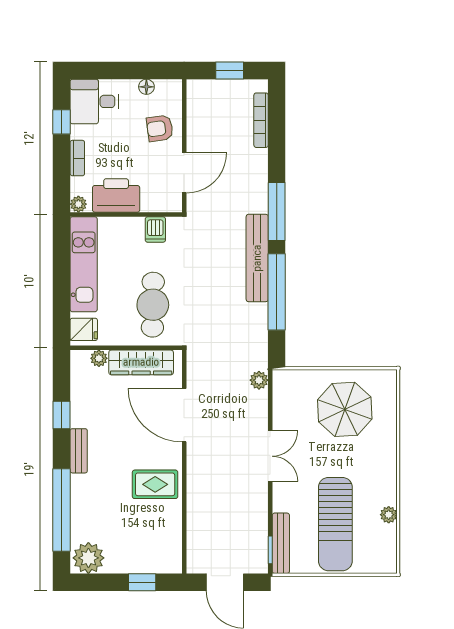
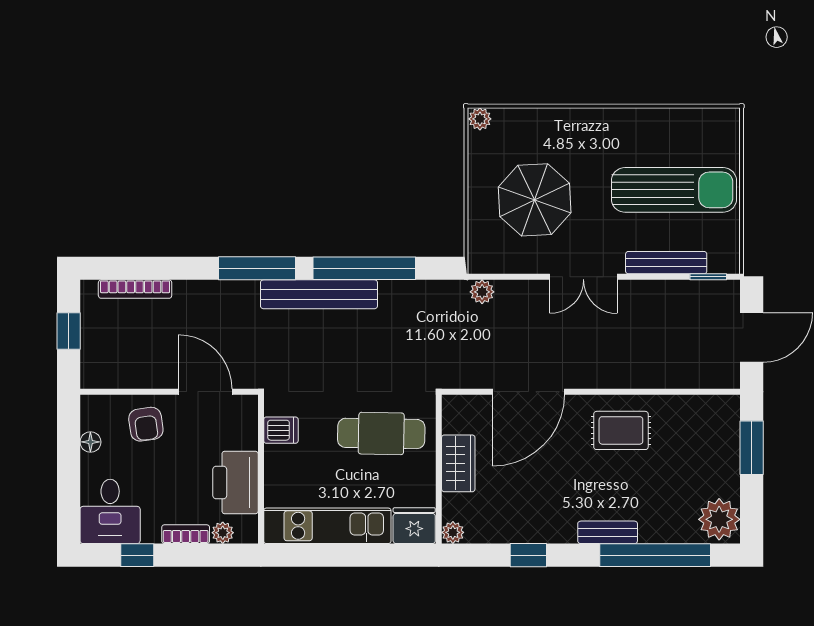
plant: (78, 204) -> (223, 533), moved
fridge: (84, 329) -> (414, 526), width x1.38
plant: (99, 358) -> (453, 532), moved
wardrobe: (141, 362) -> (458, 463), width x0.67
parasol: (345, 409) -> (535, 200), moved
bench: (79, 451) -> (608, 532), moved
double door: (270, 456) -> (583, 277), swing flipped
rug: (155, 484) -> (621, 430), turned 90
plant: (389, 515) -> (480, 119), moved
bench: (281, 543) -> (666, 263), moved
window: (142, 582) -> (752, 448), width x1.50

